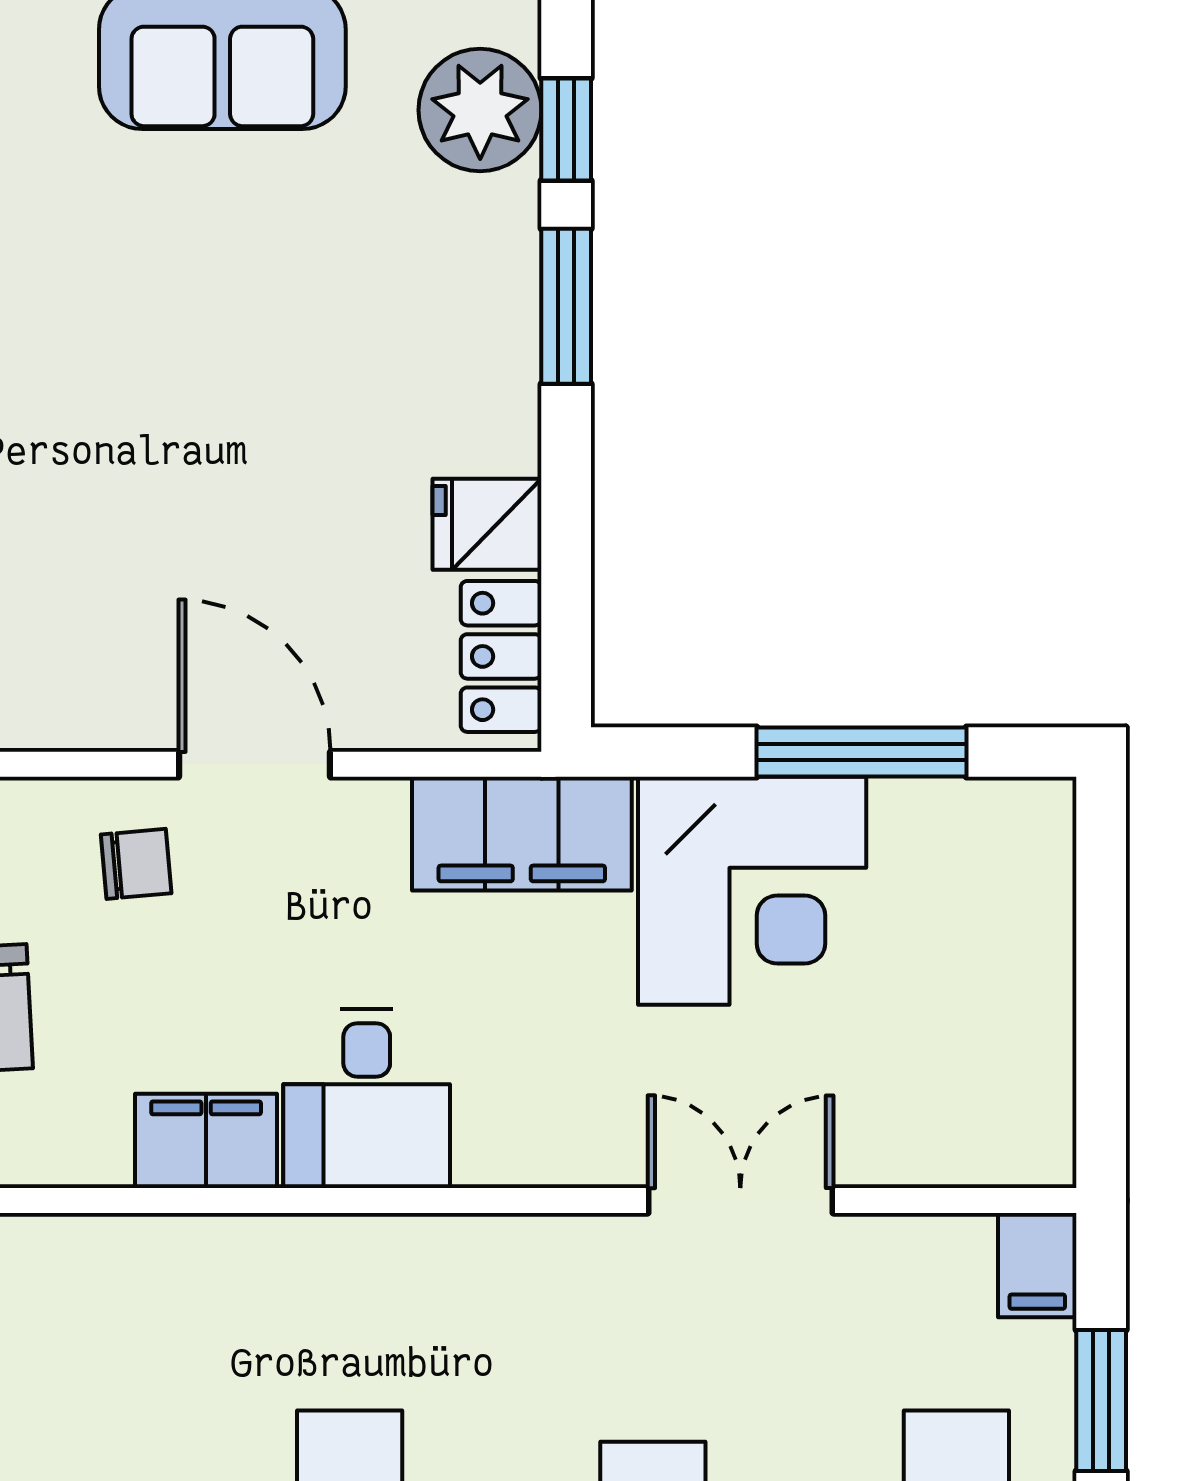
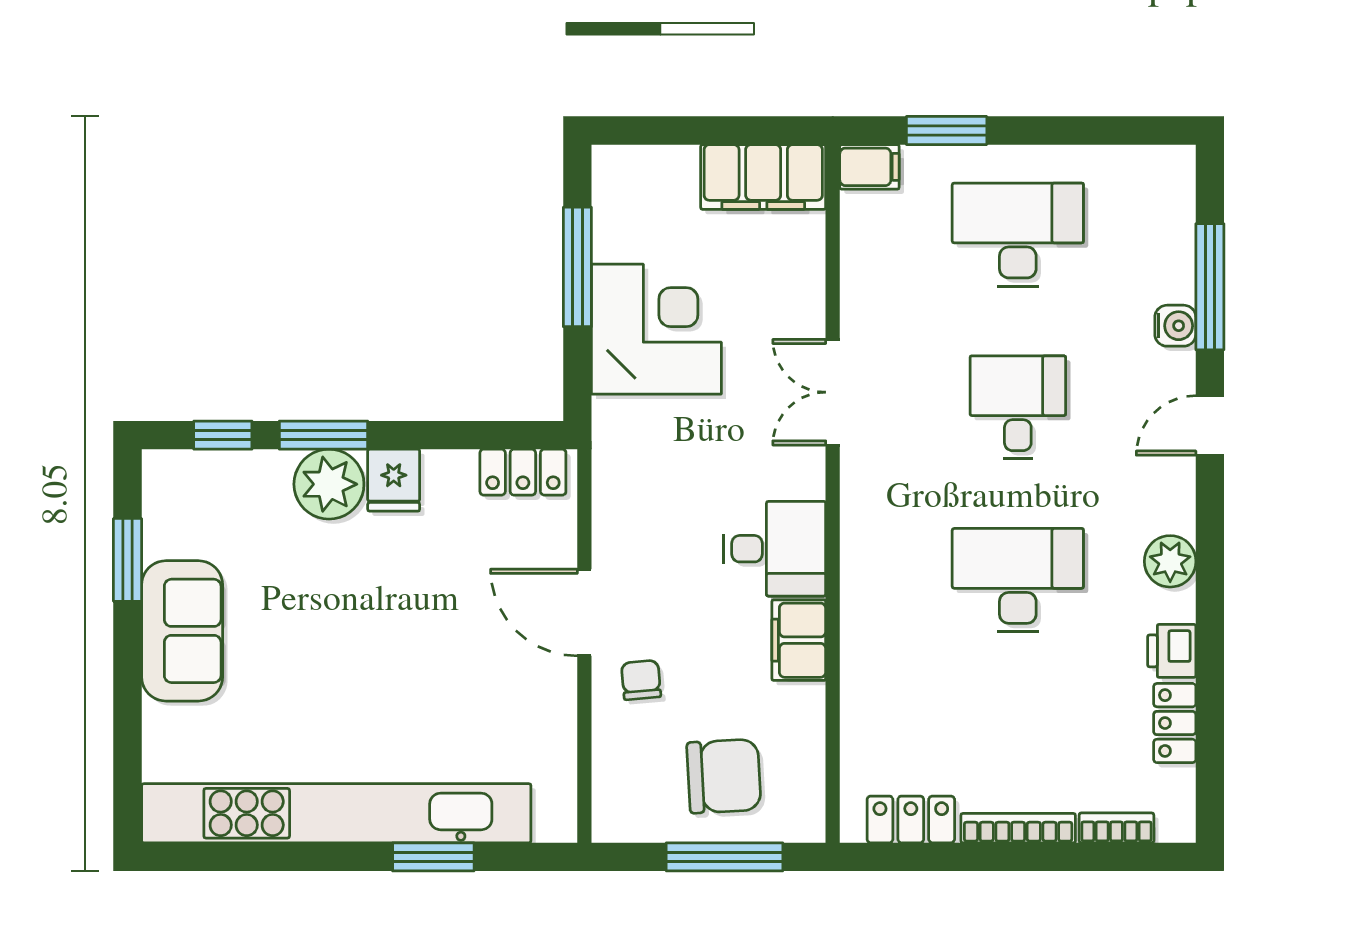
plant: (480, 110) -> (329, 484), moved
fridge: (487, 524) -> (394, 480), moved
door: (254, 764) -> (584, 613), hinge flipped
filing cabinet: (522, 834) -> (763, 177), moved, turned 90
double door: (740, 1201) -> (833, 392), moved

